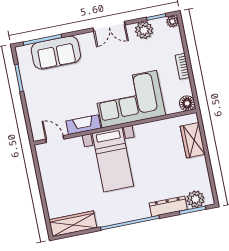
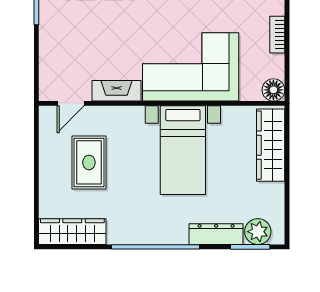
door: (55, 139) -> (71, 103), swing flipped
wardrobe: (193, 140) -> (271, 145), width x1.50
bed with nightstands: (113, 160) -> (183, 150), moved
rug: (75, 176) -> (89, 162), added

